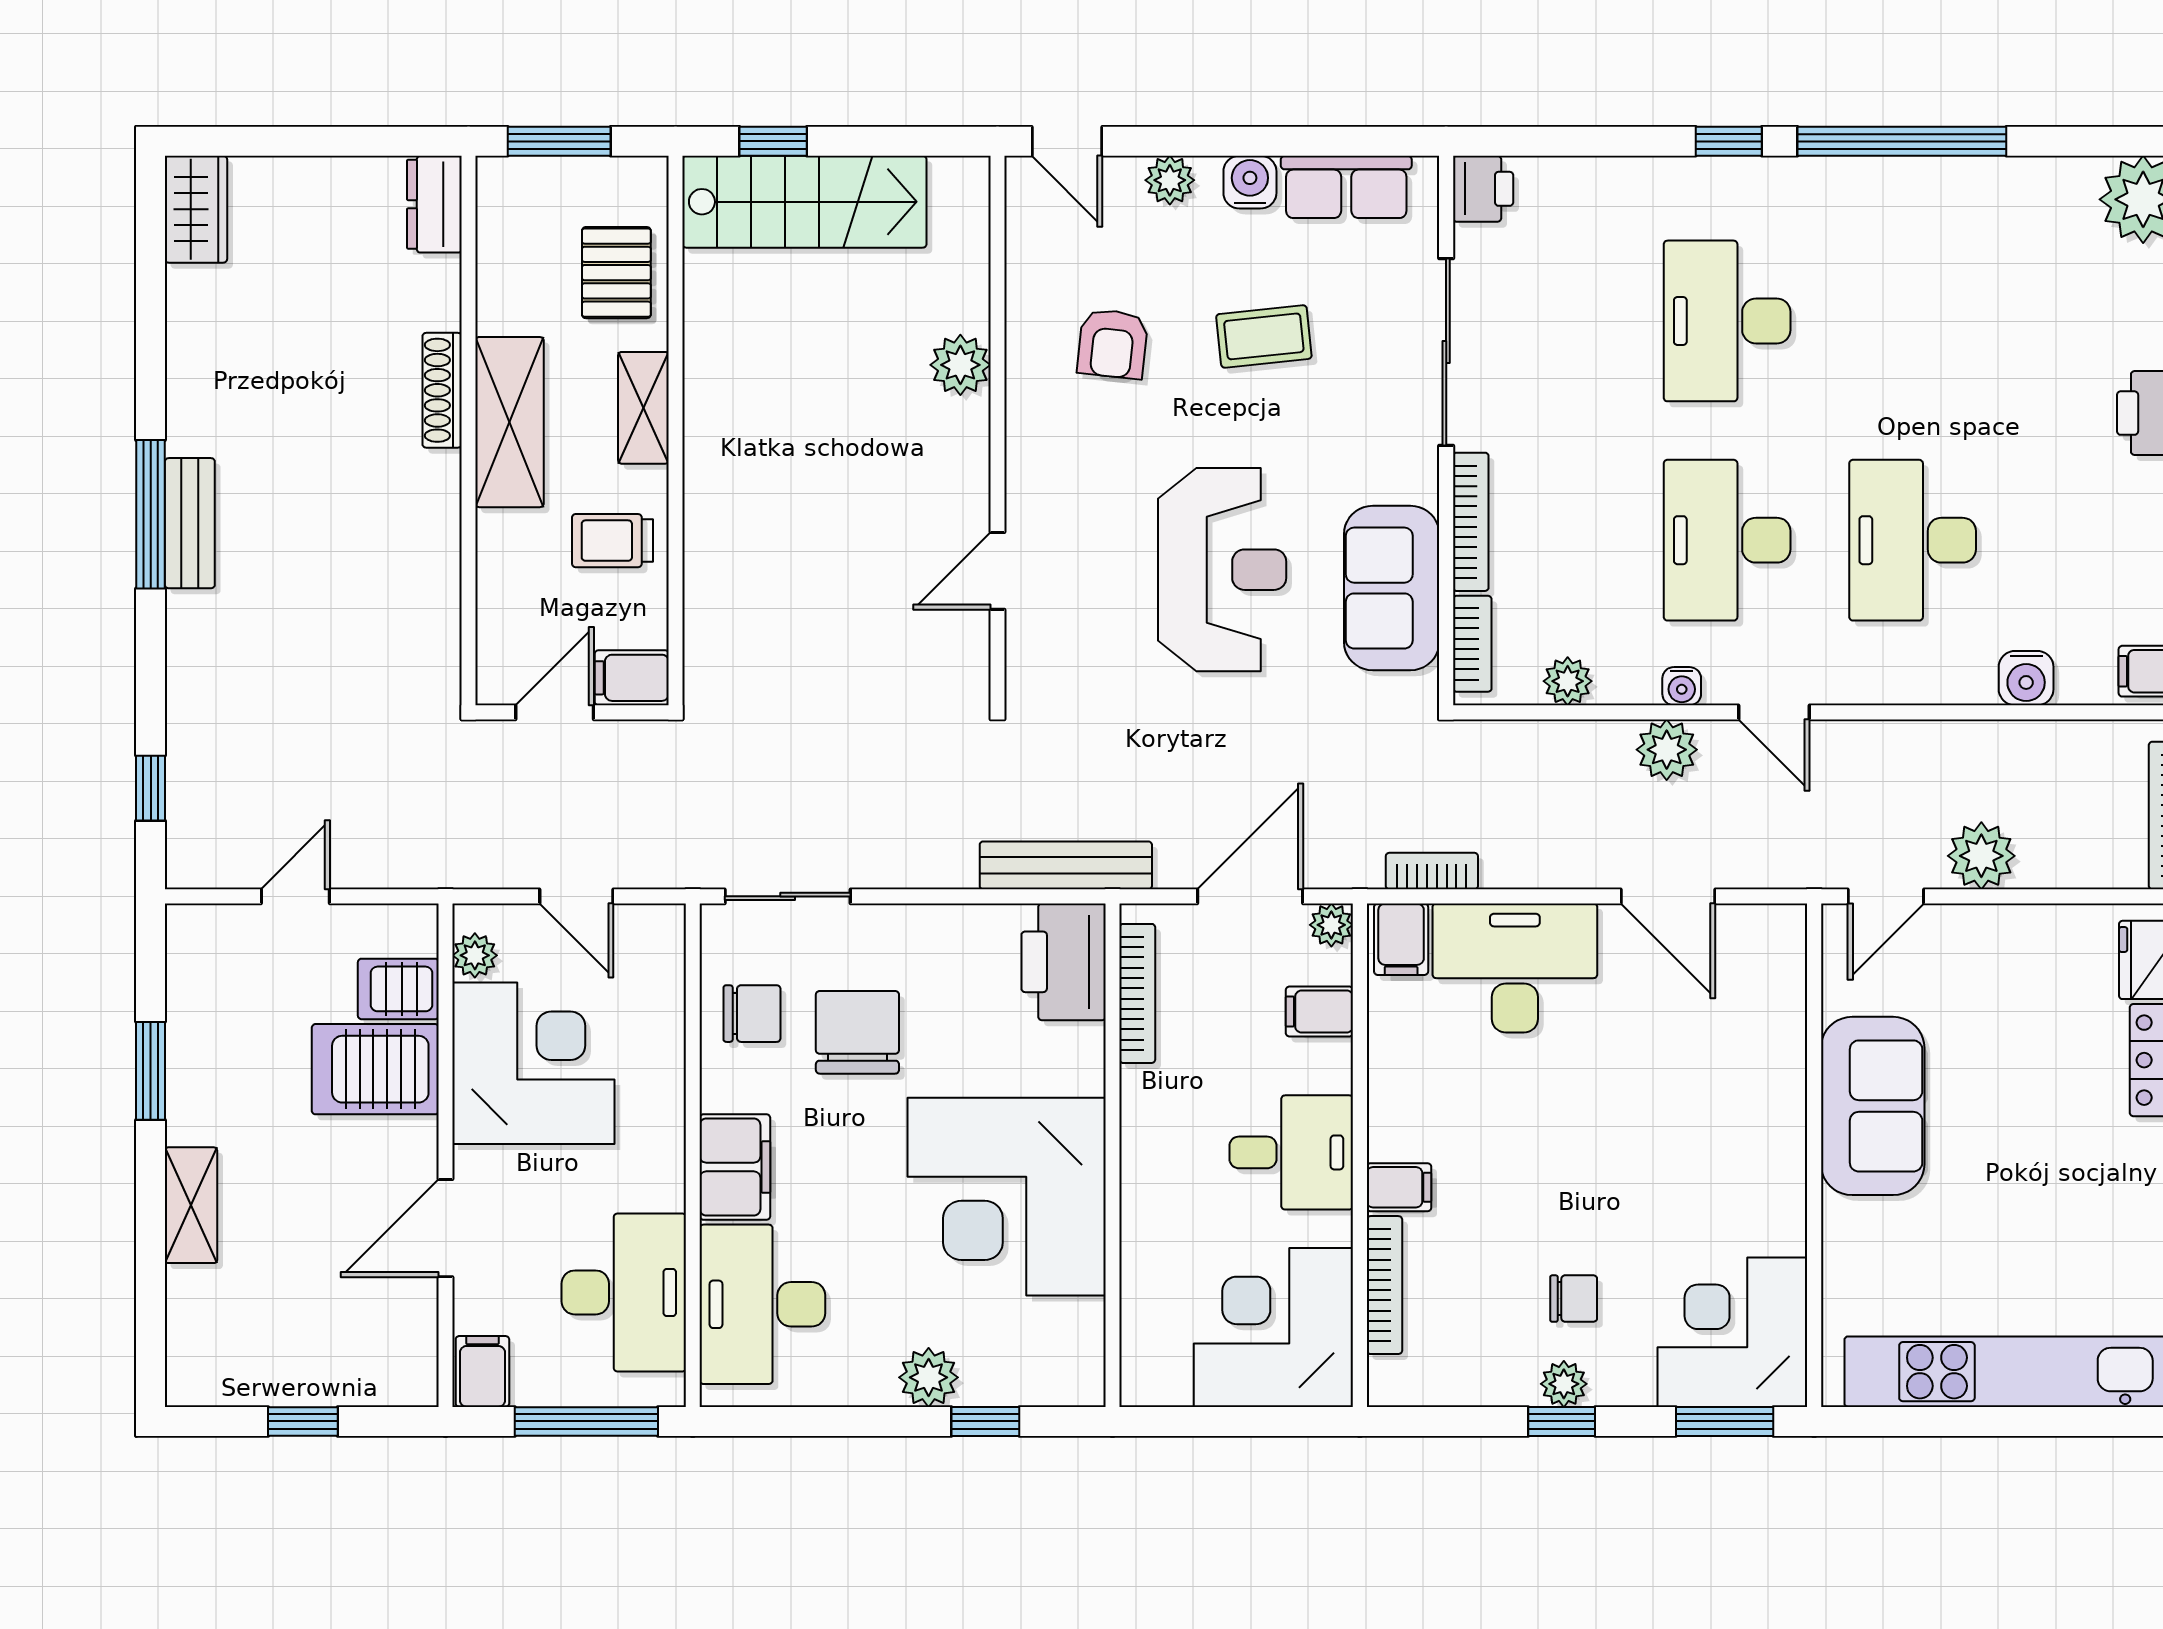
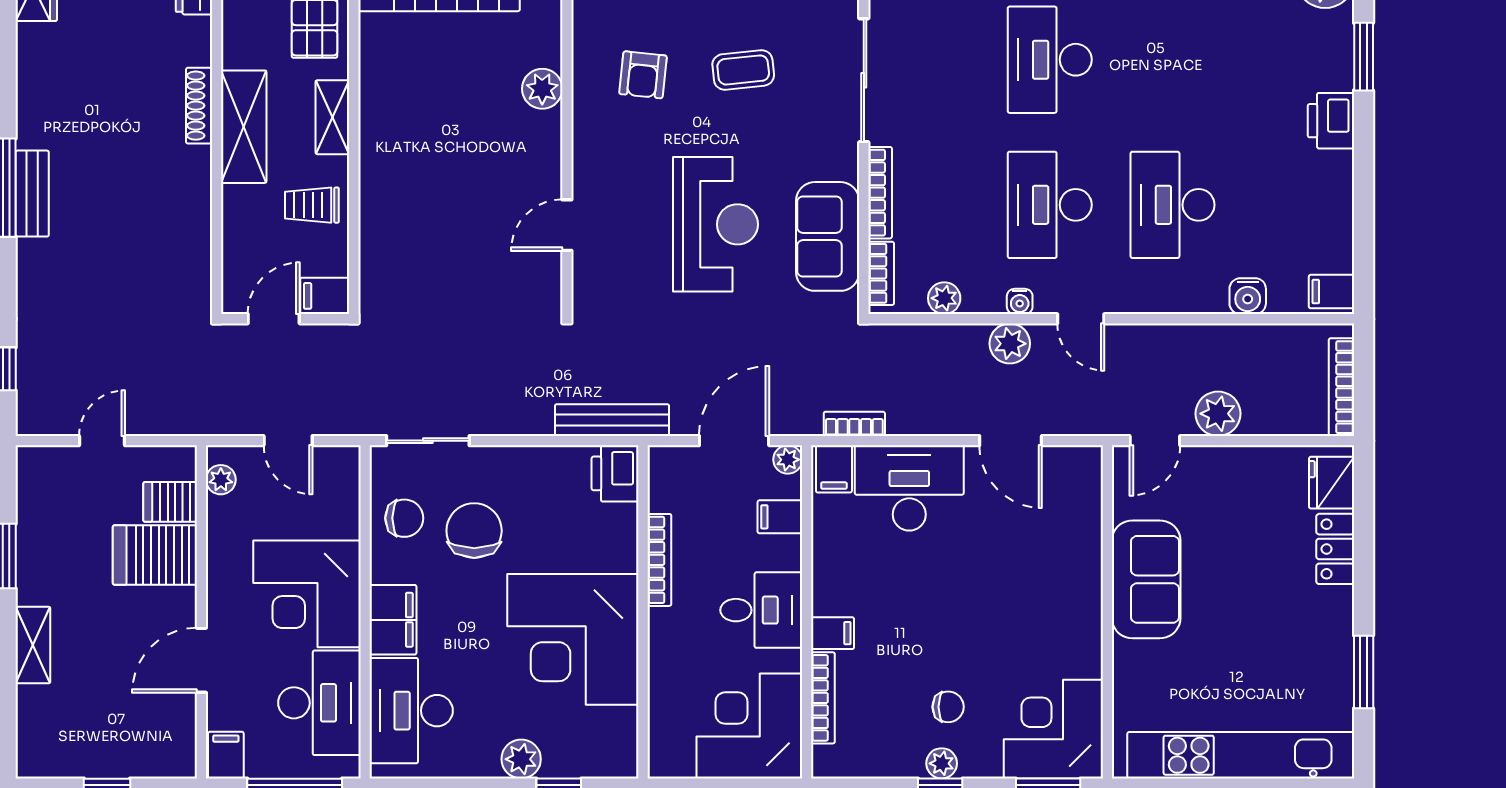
printer: (1064, 962) -> (615, 473), width x0.73, depth x0.84
bookcase: (1137, 993) -> (659, 560), moved
corner desk: (533, 1063) -> (307, 594), moved, turned 180

